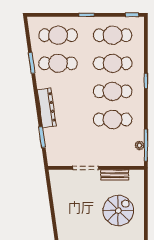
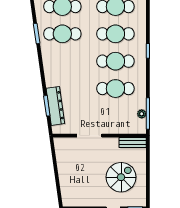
dresser: (47, 108) -> (55, 106), moved
bench: (115, 175) -> (133, 143), moved

